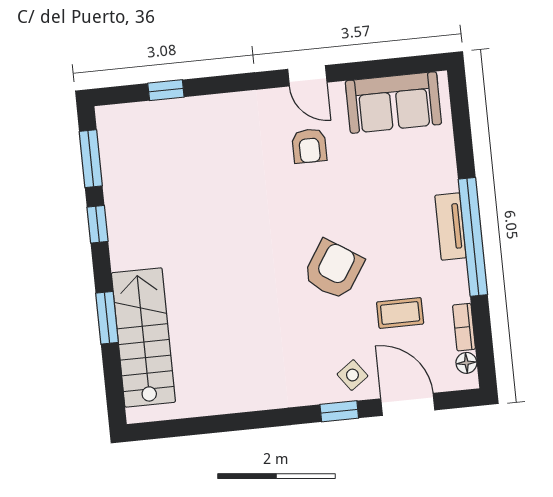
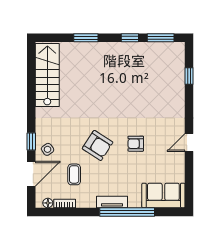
sofa: (393, 103) -> (163, 195), moved, turned 90
armchair: (309, 146) -> (136, 144), moved
window: (473, 237) -> (127, 212), moved
stairs: (143, 337) -> (47, 75), moved, turned -90

